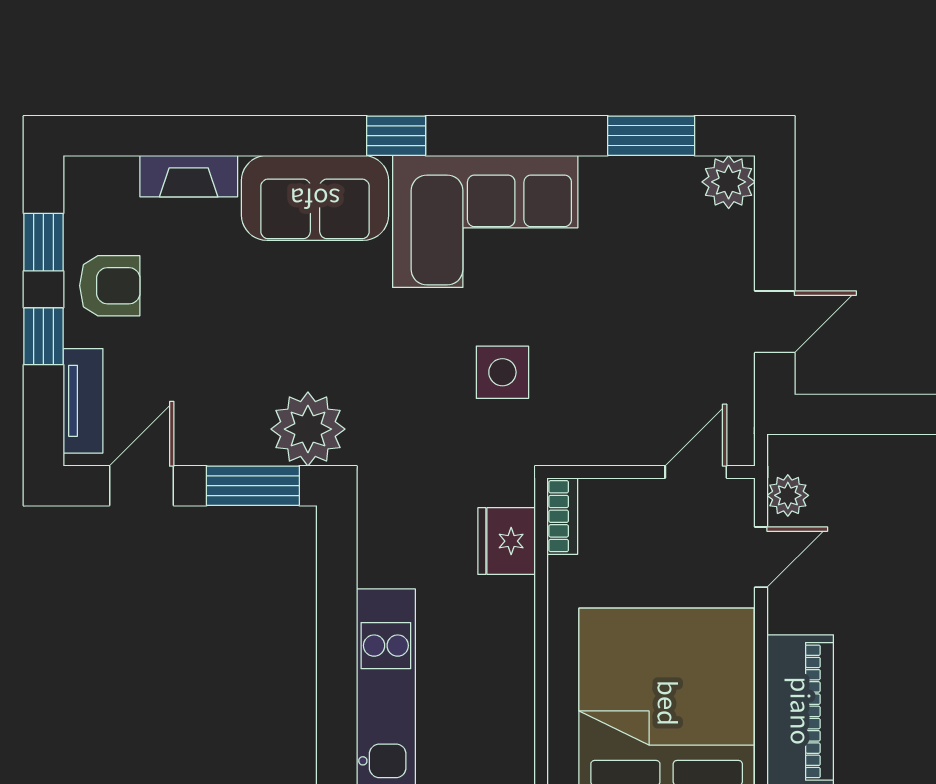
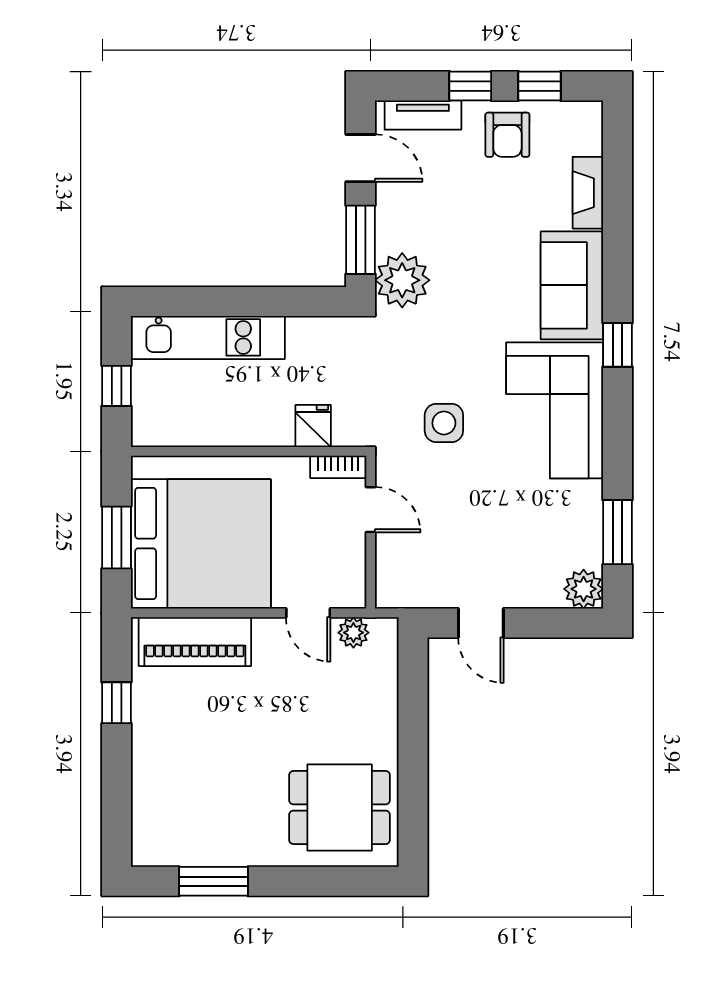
door: (696, 472) -> (371, 510), moved
fridge: (507, 541) -> (313, 426), width x0.72

